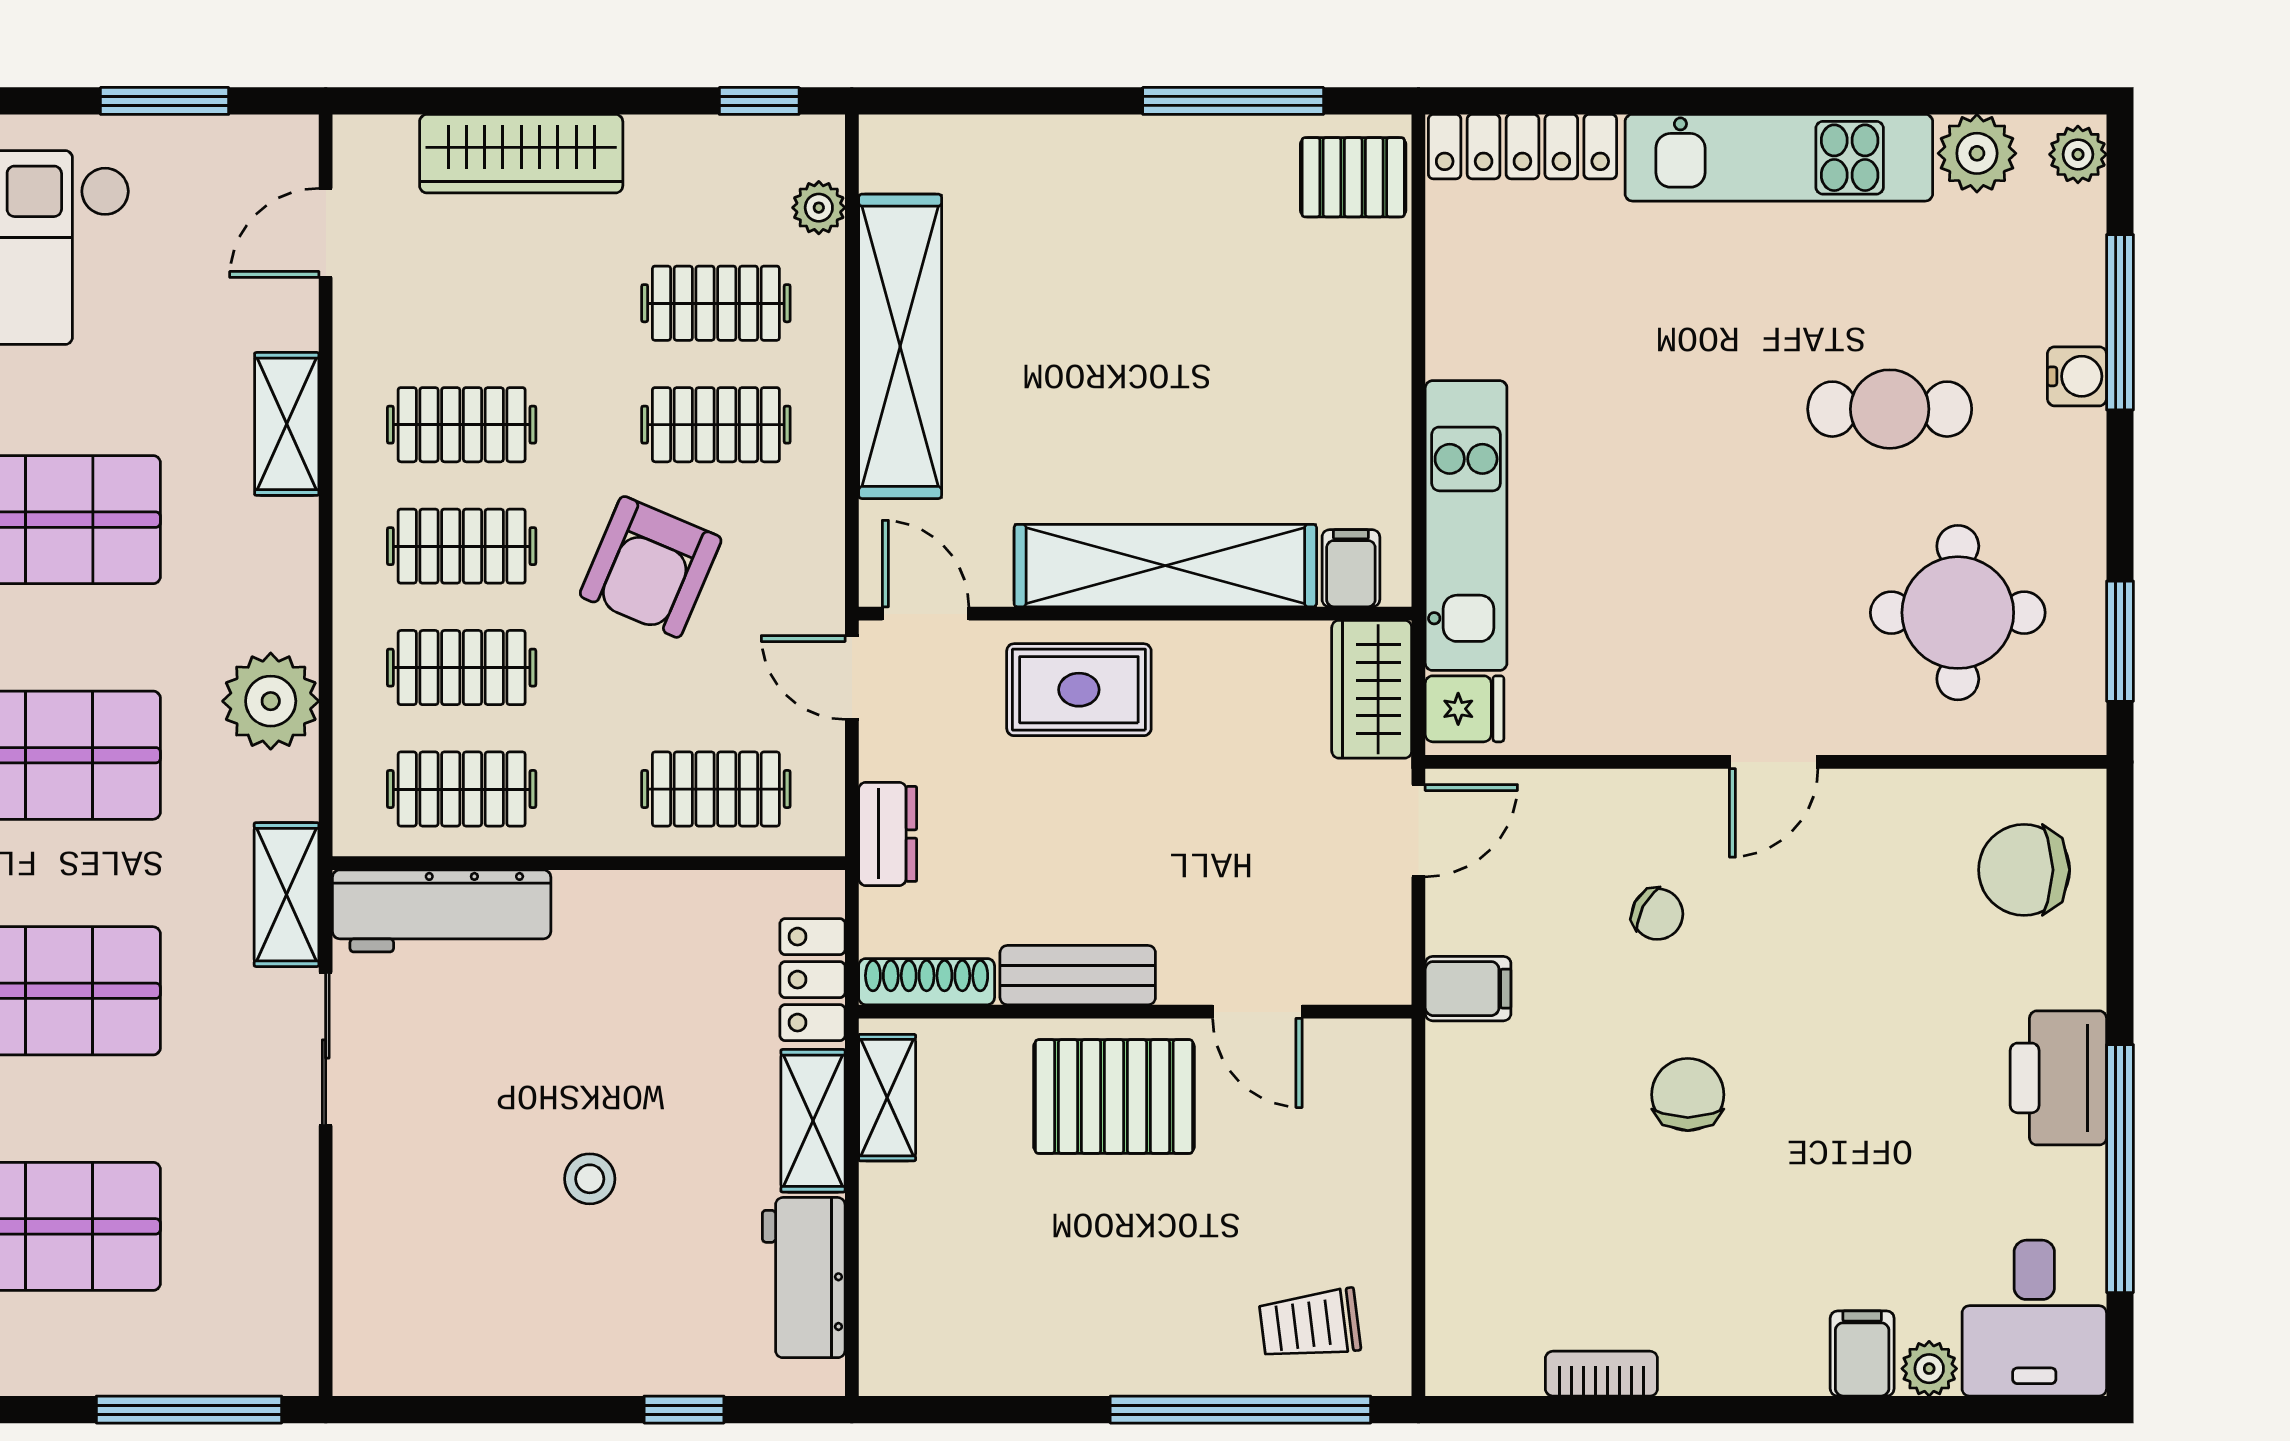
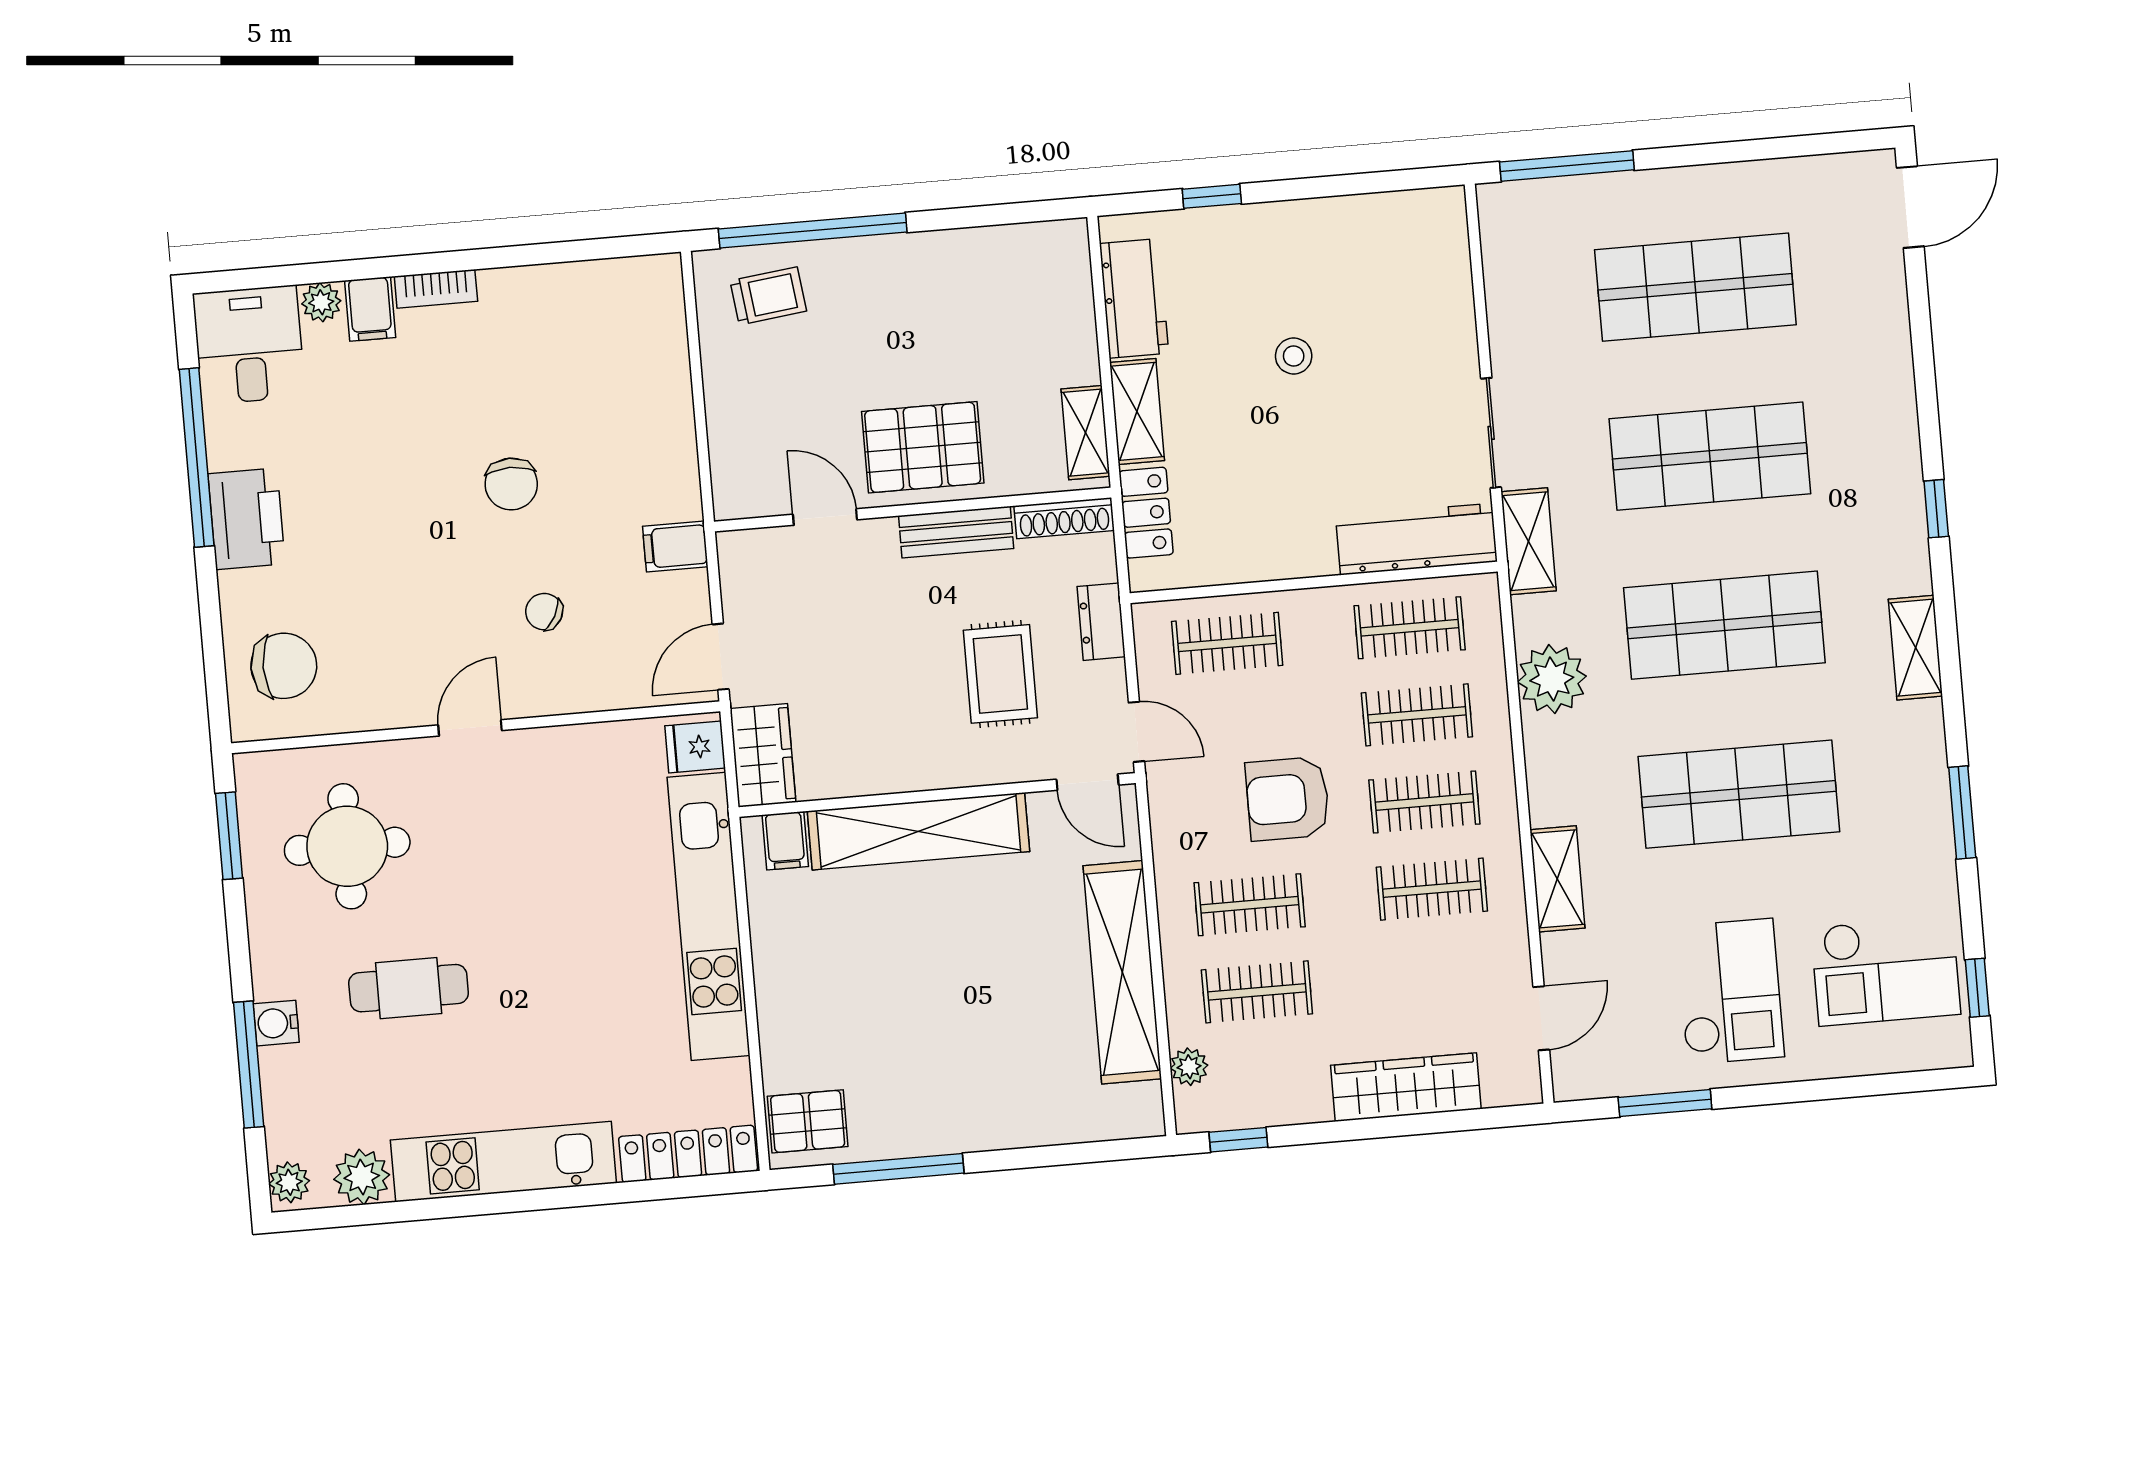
kitchen unit: (1466, 526) -> (708, 916), width x1.36
armchair: (651, 567) -> (1288, 799), turned -113
rug: (1079, 690) -> (1000, 674), moved, turned 90
bookcase: (1601, 1374) -> (436, 289), moved

